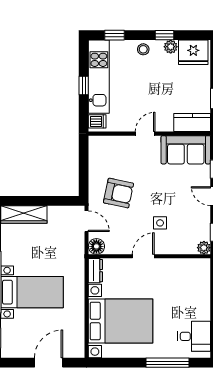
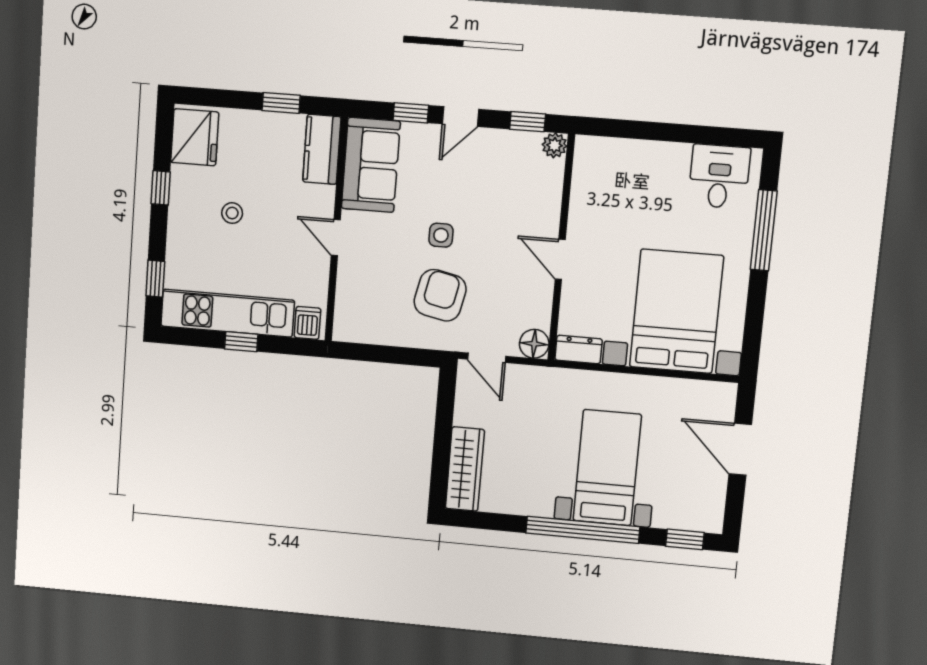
plant: (171, 47) -> (182, 178), removed
stool: (143, 49) -> (232, 213), moved
door: (87, 221) -> (487, 358), swing flipped
side table: (160, 223) -> (441, 235), moved

